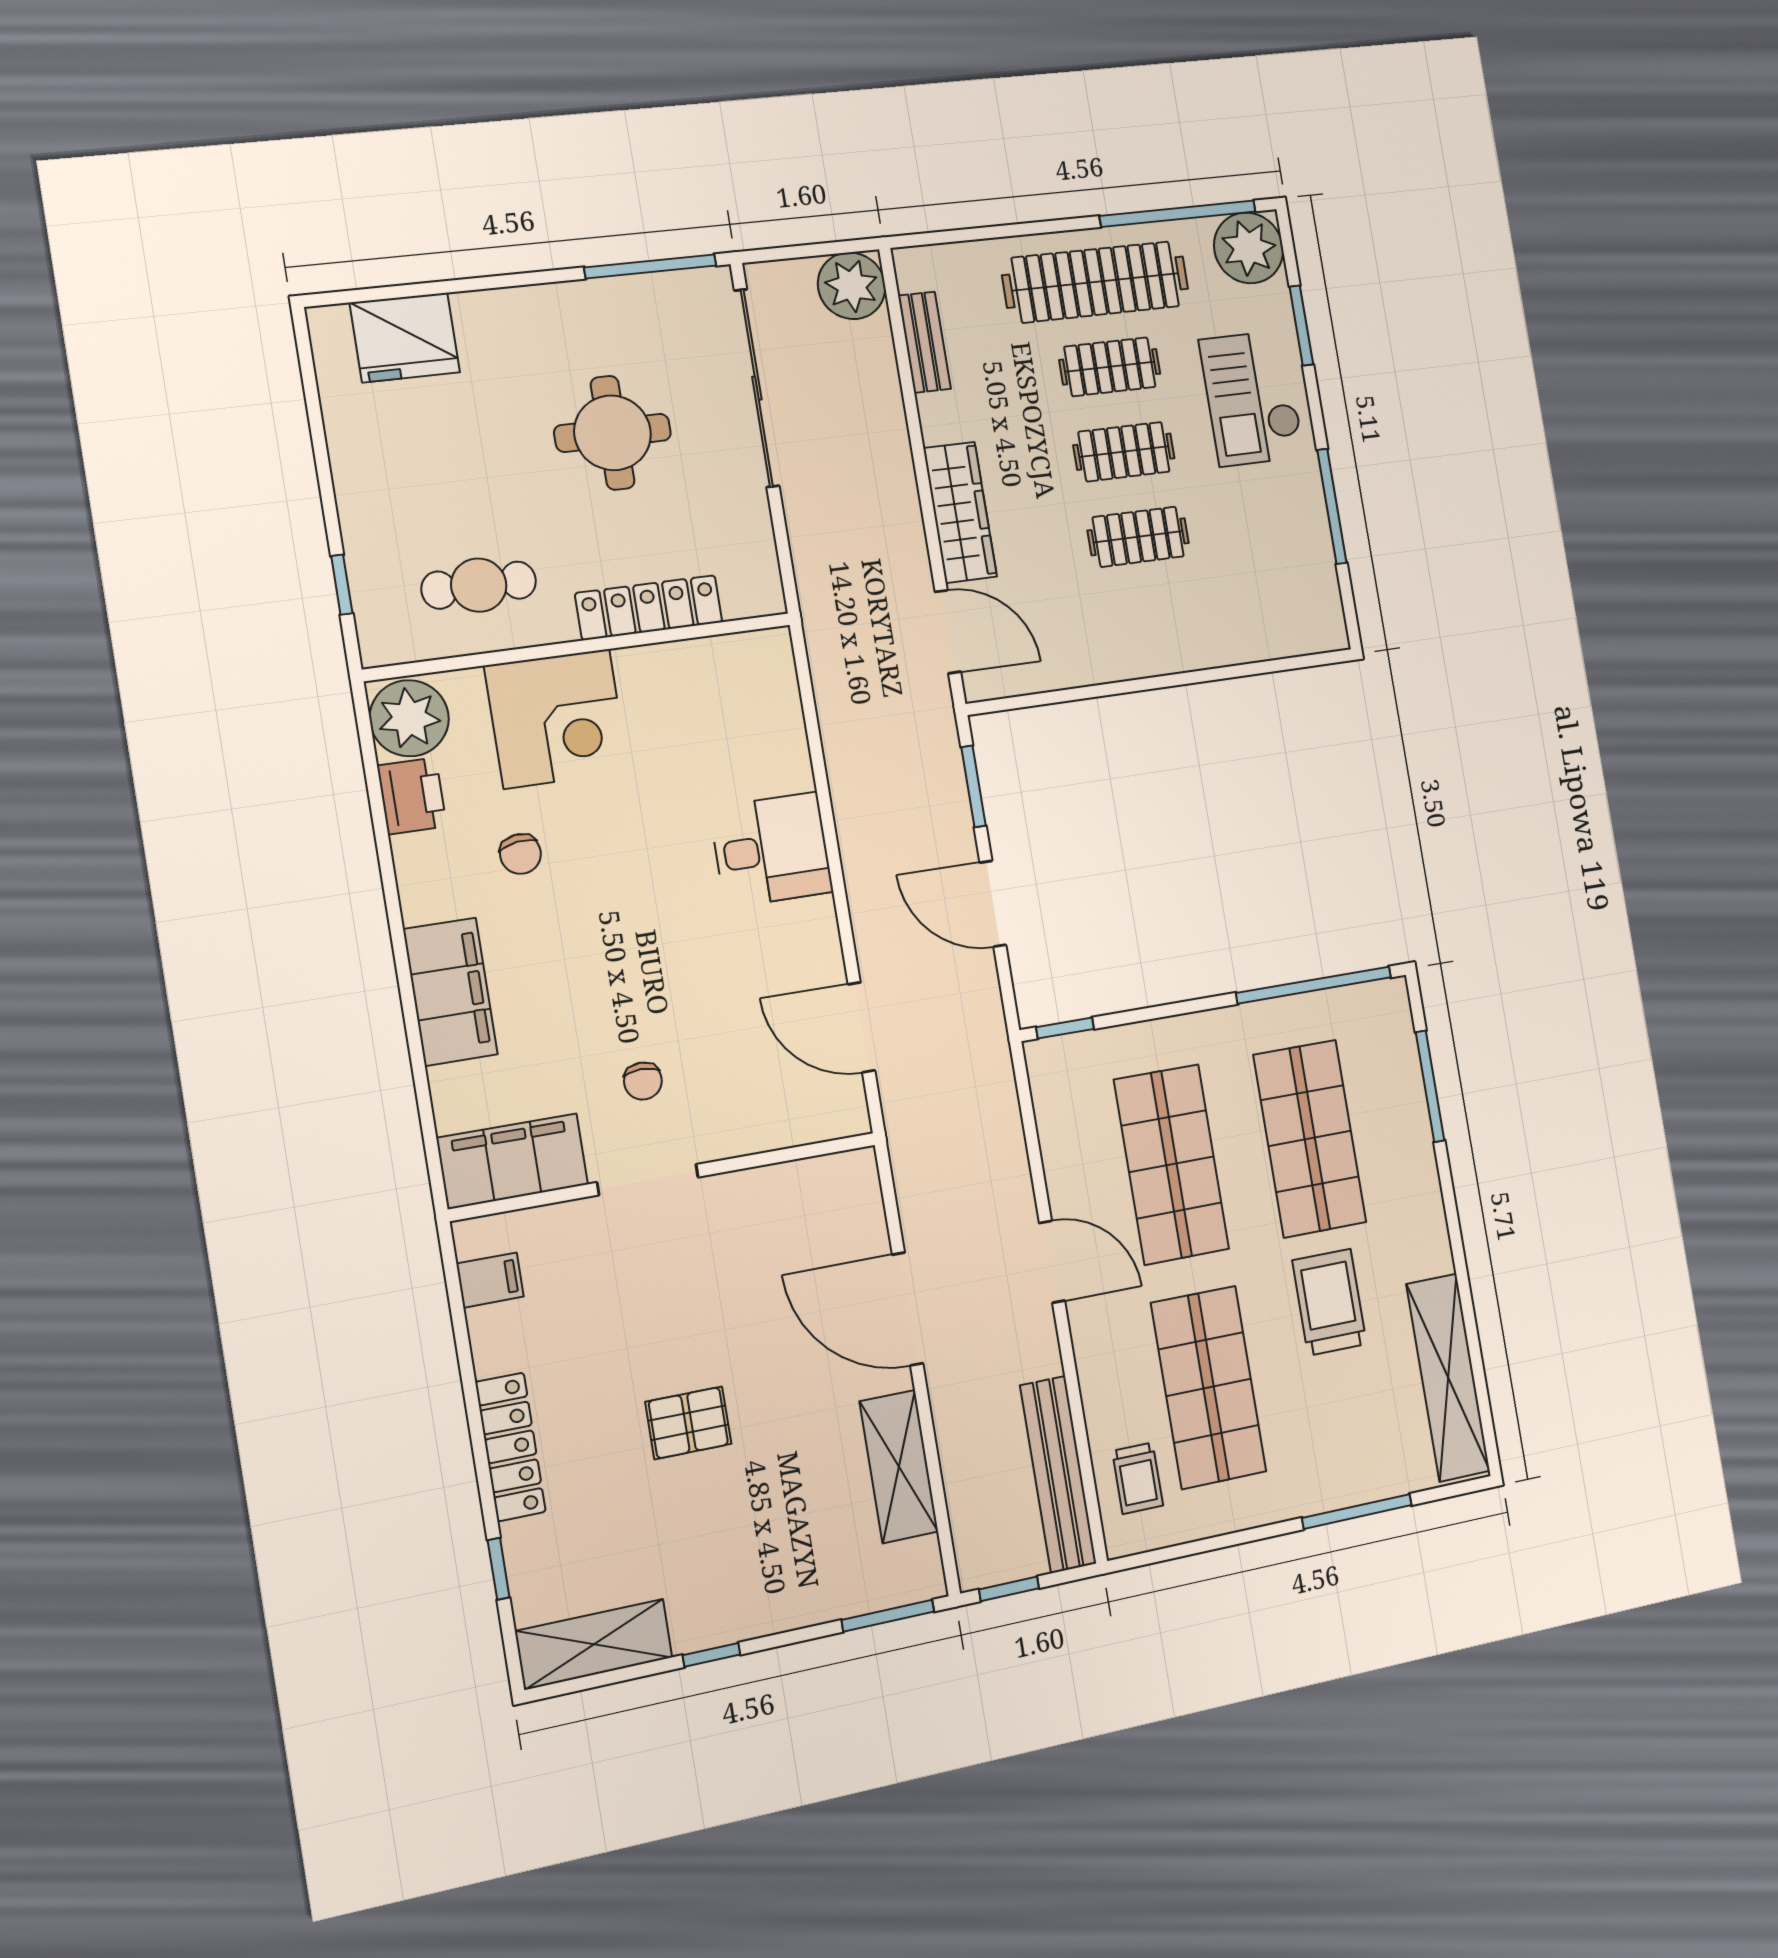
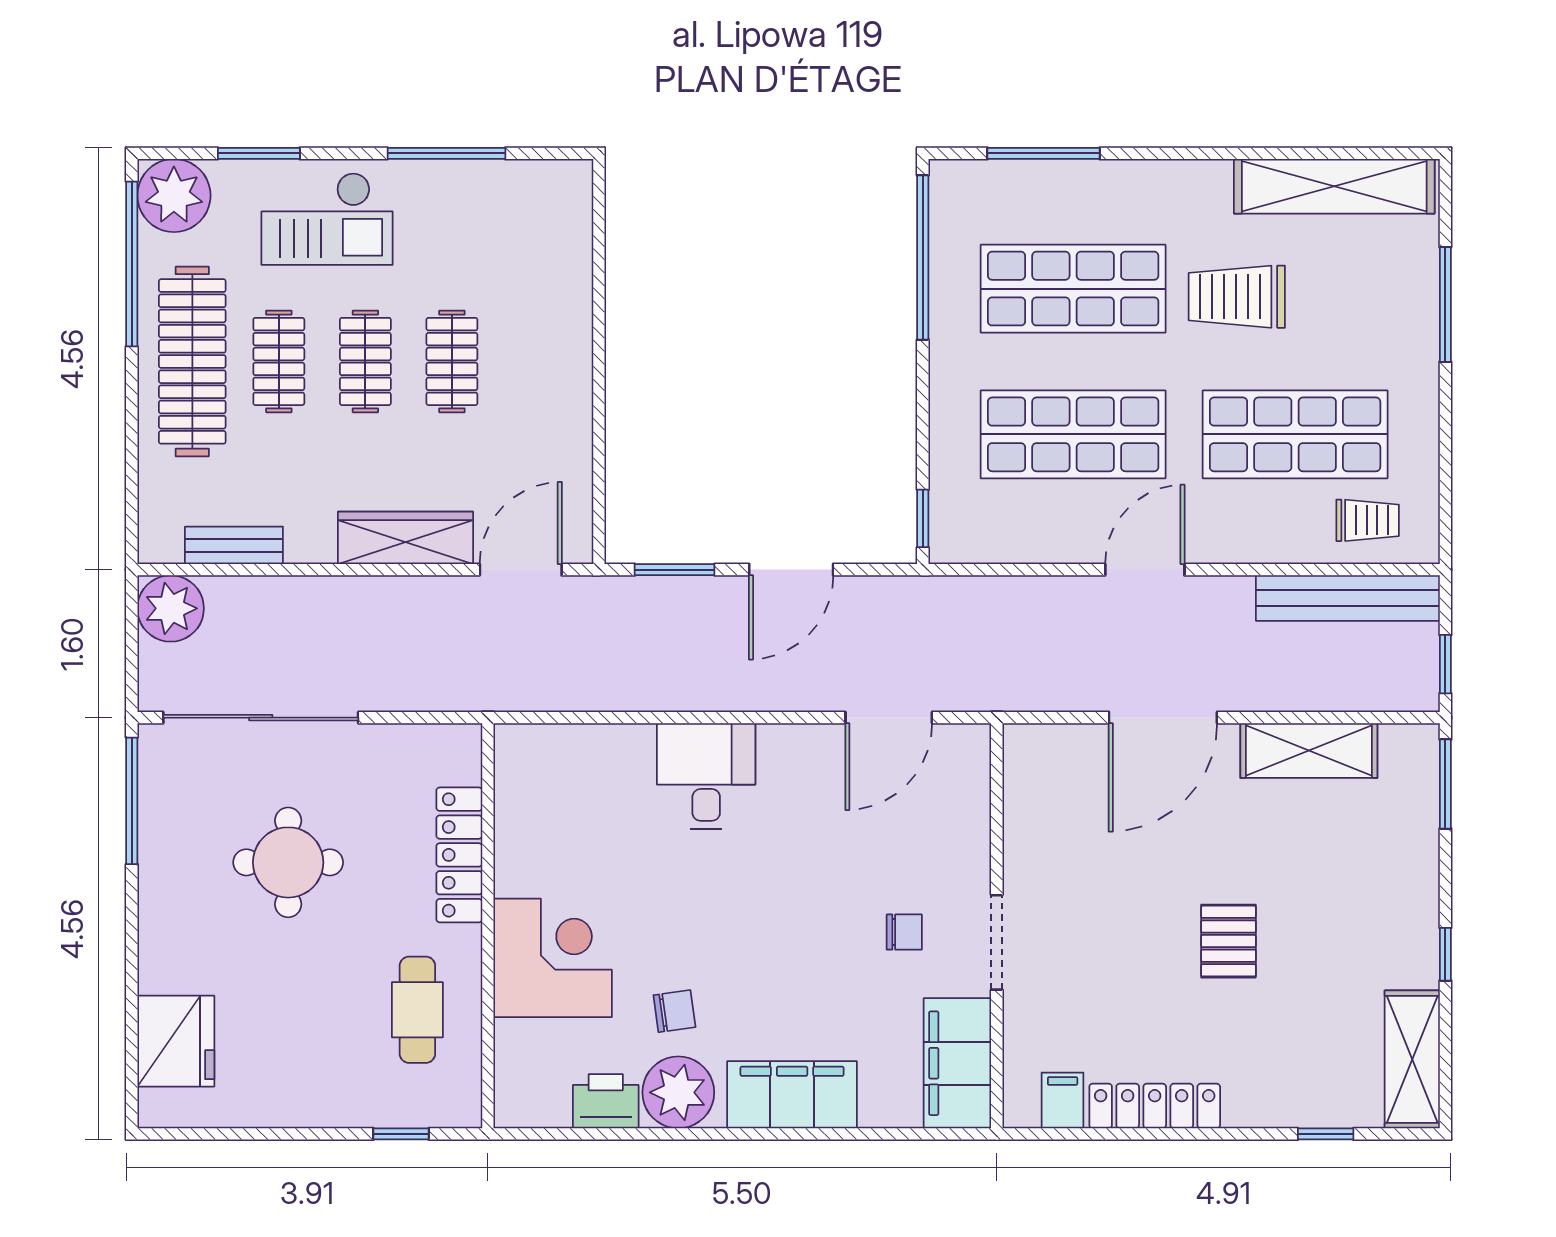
plant: (409, 718) -> (678, 1092), moved
locker: (510, 1447) -> (1155, 1106), moved

